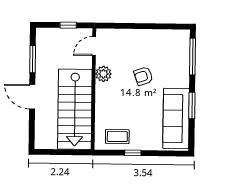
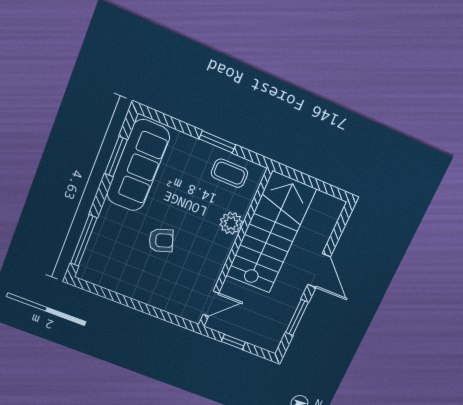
plant: (103, 74) -> (231, 223), moved
window: (192, 105) -> (116, 157), moved
window: (133, 153) -> (217, 142), width x1.50

